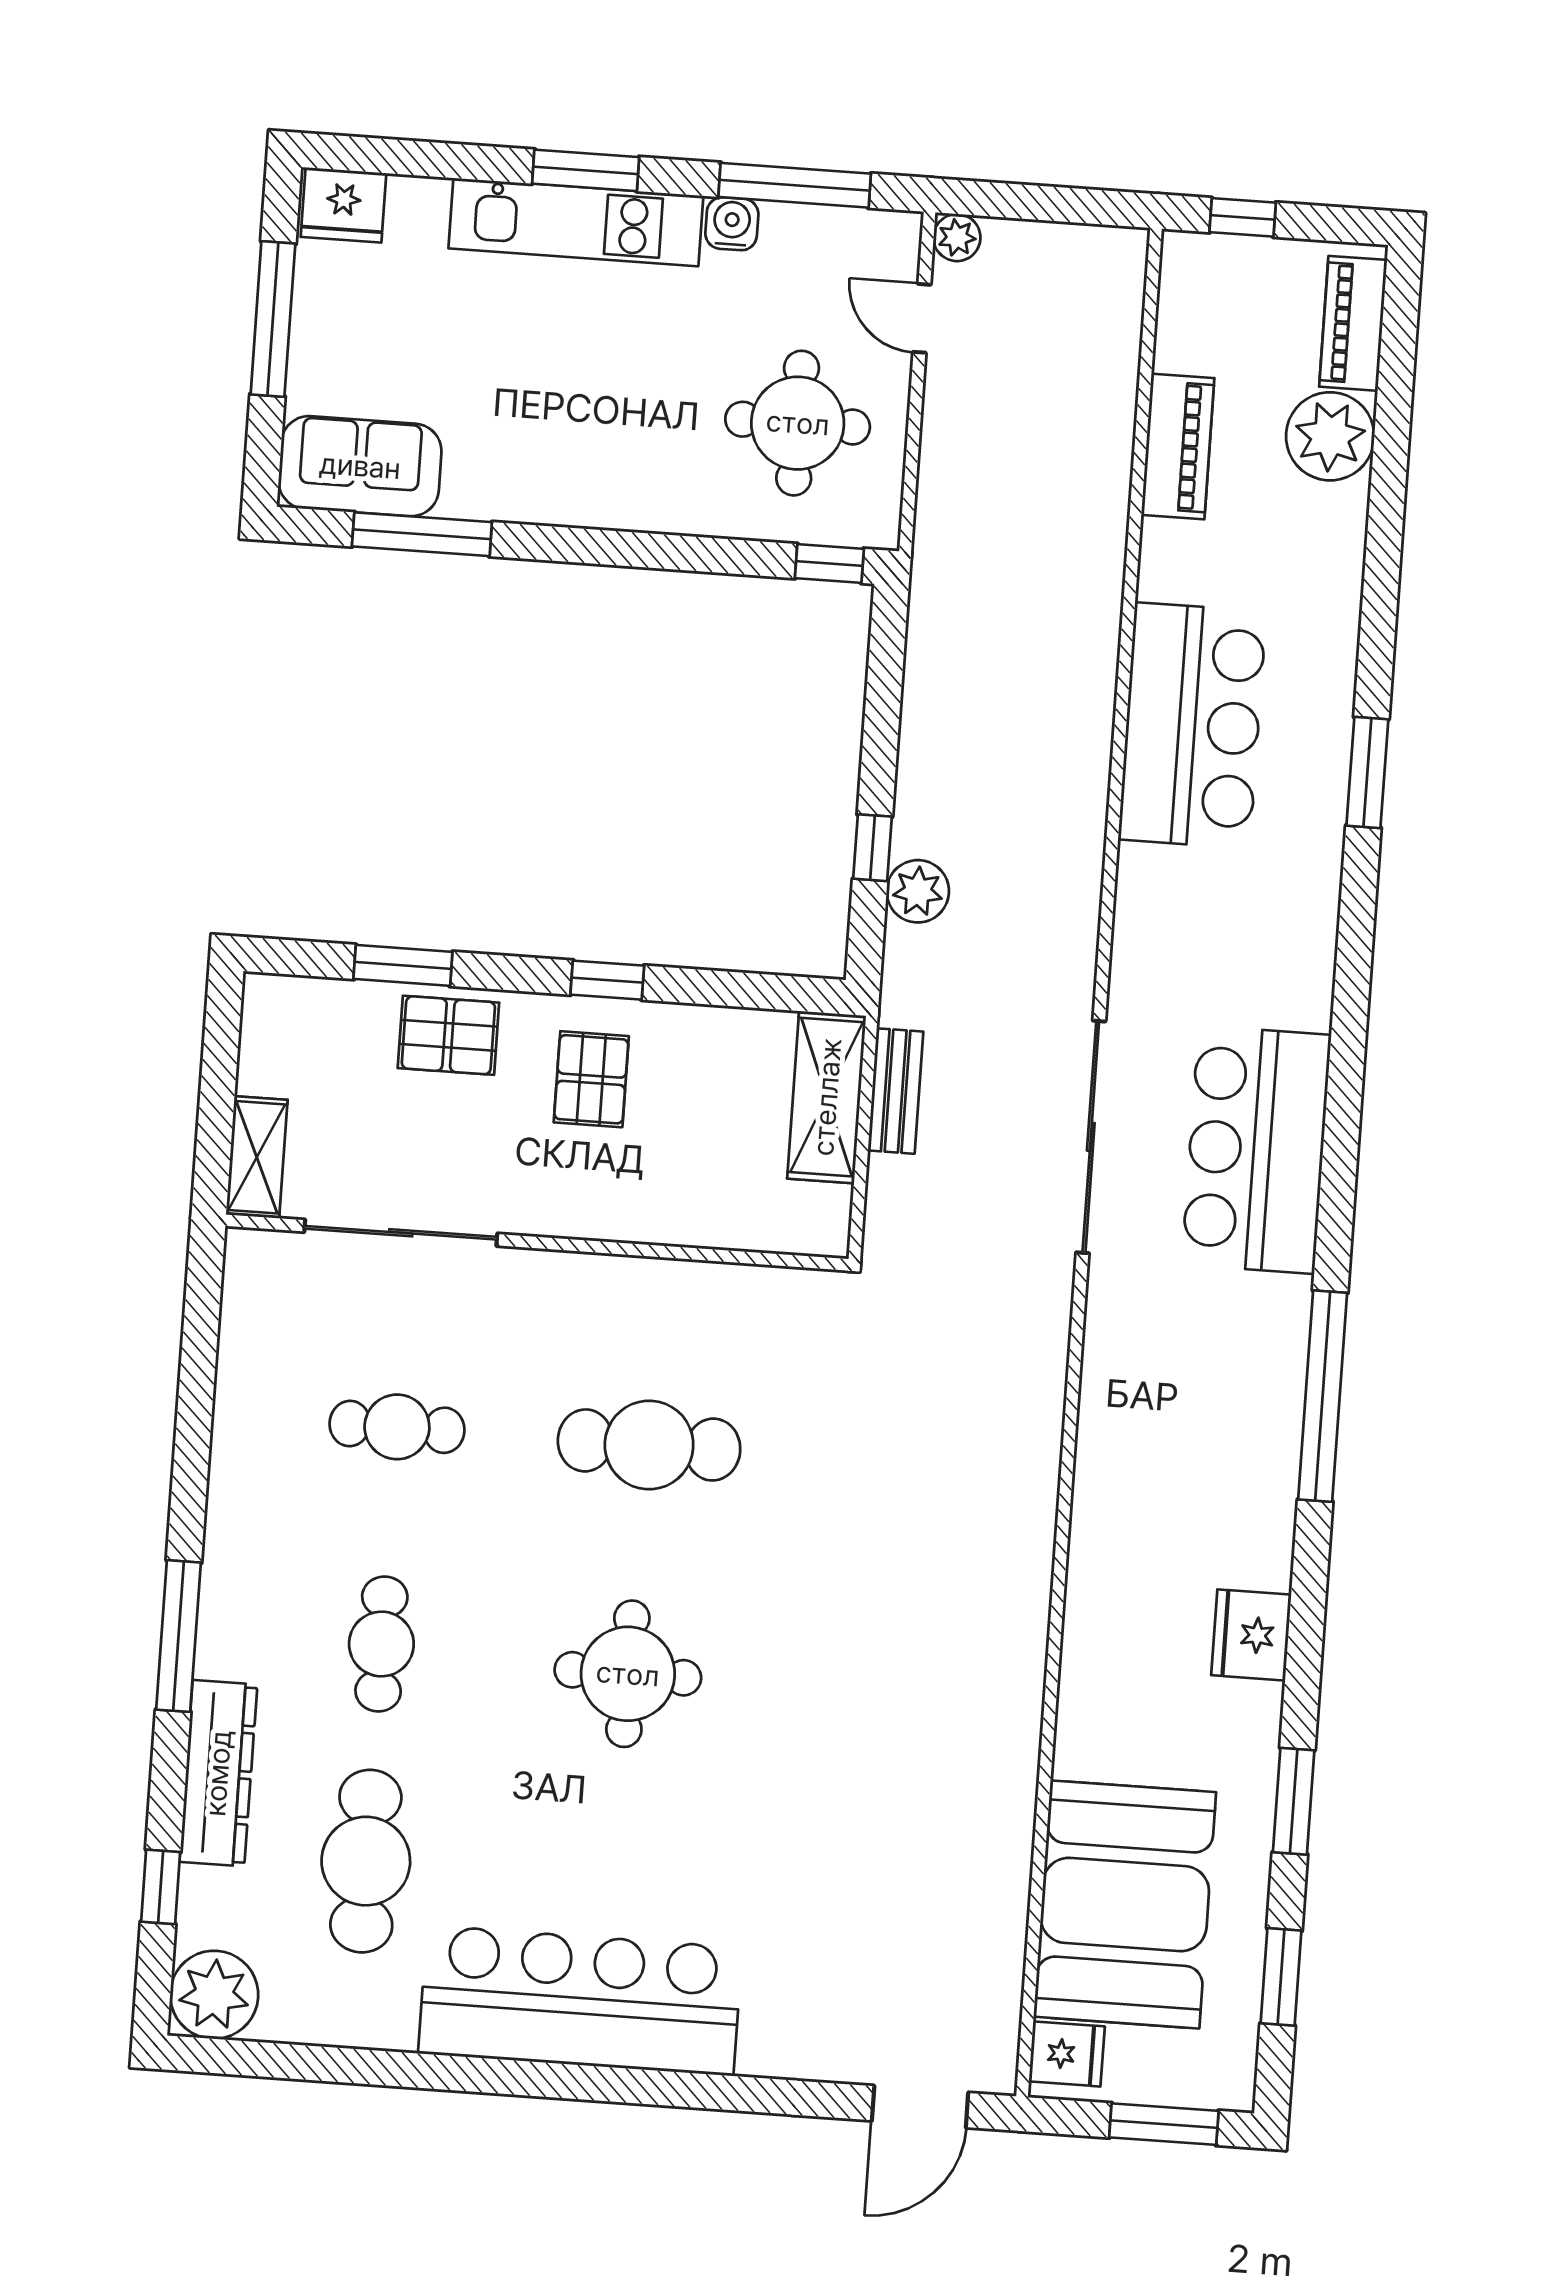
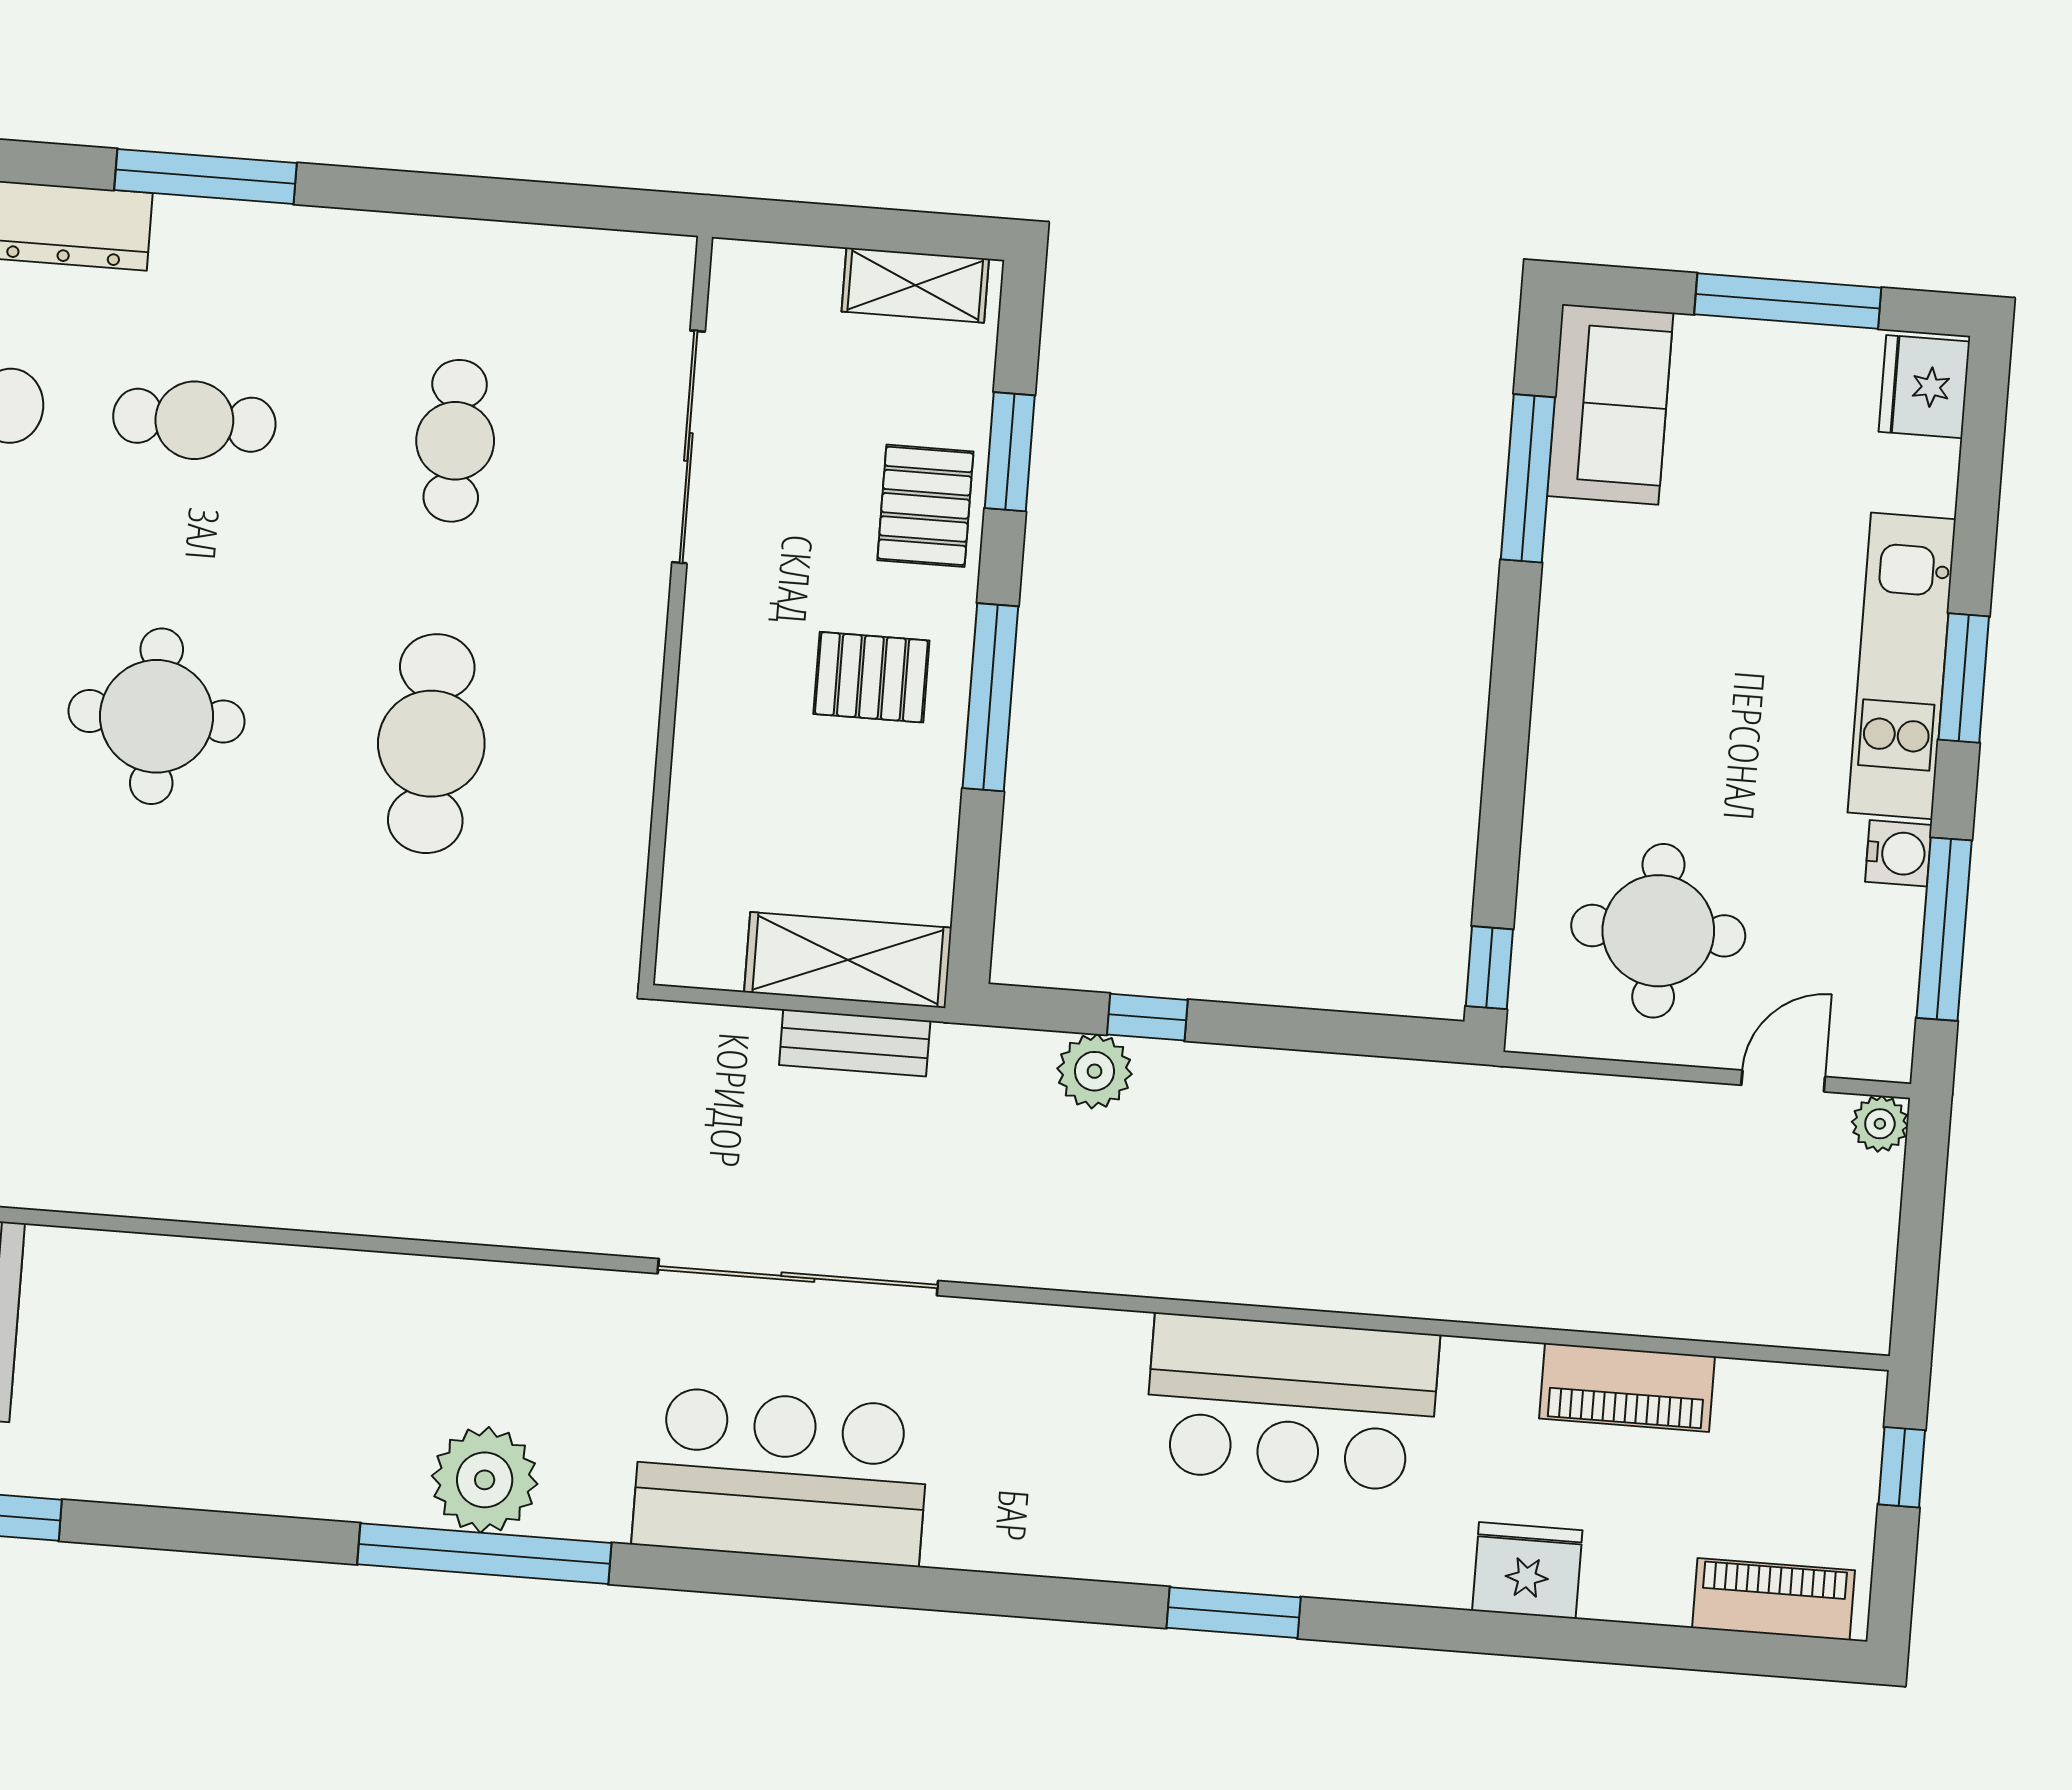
plant: (1330, 436) -> (485, 1480), moved
window: (607, 980) -> (990, 697), width x2.17
shelving: (257, 1157) -> (915, 285), moved
fridge: (1251, 1635) -> (1527, 1570), moved

